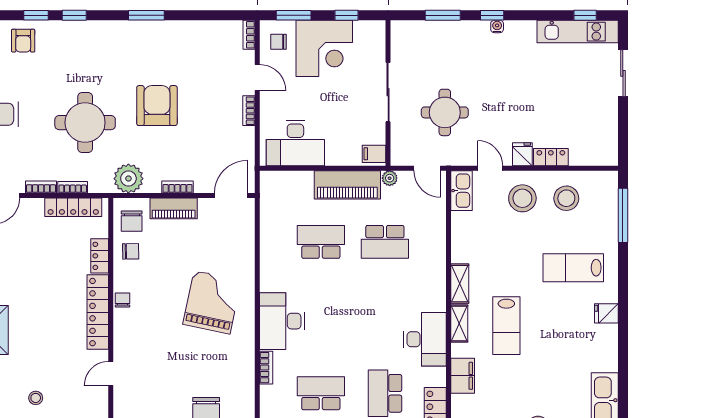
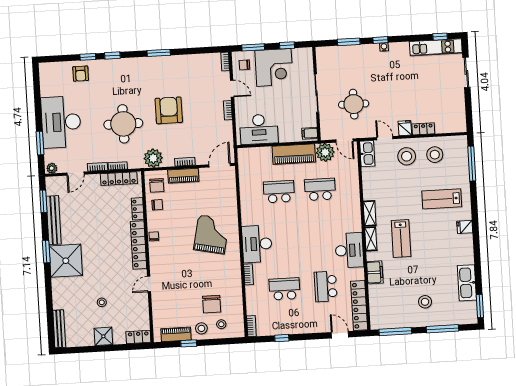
plant: (390, 178) -> (325, 152), width x1.88, depth x1.88
school desk: (385, 242) -> (320, 189), turned 180

